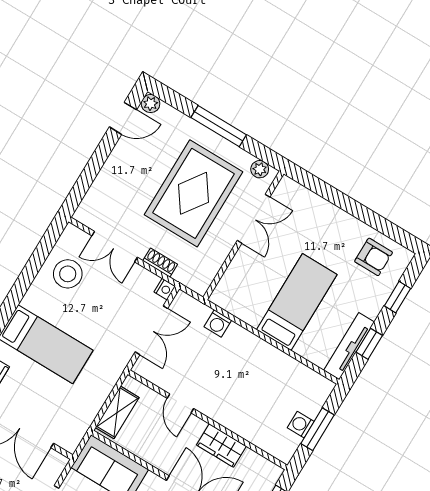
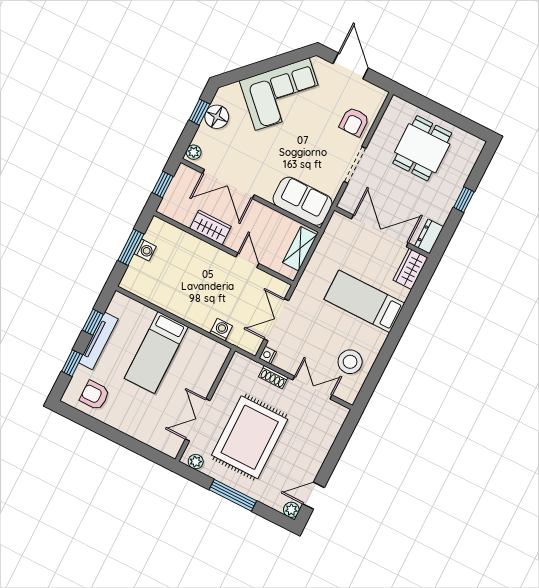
tv unit: (349, 346) -> (98, 341), moved

